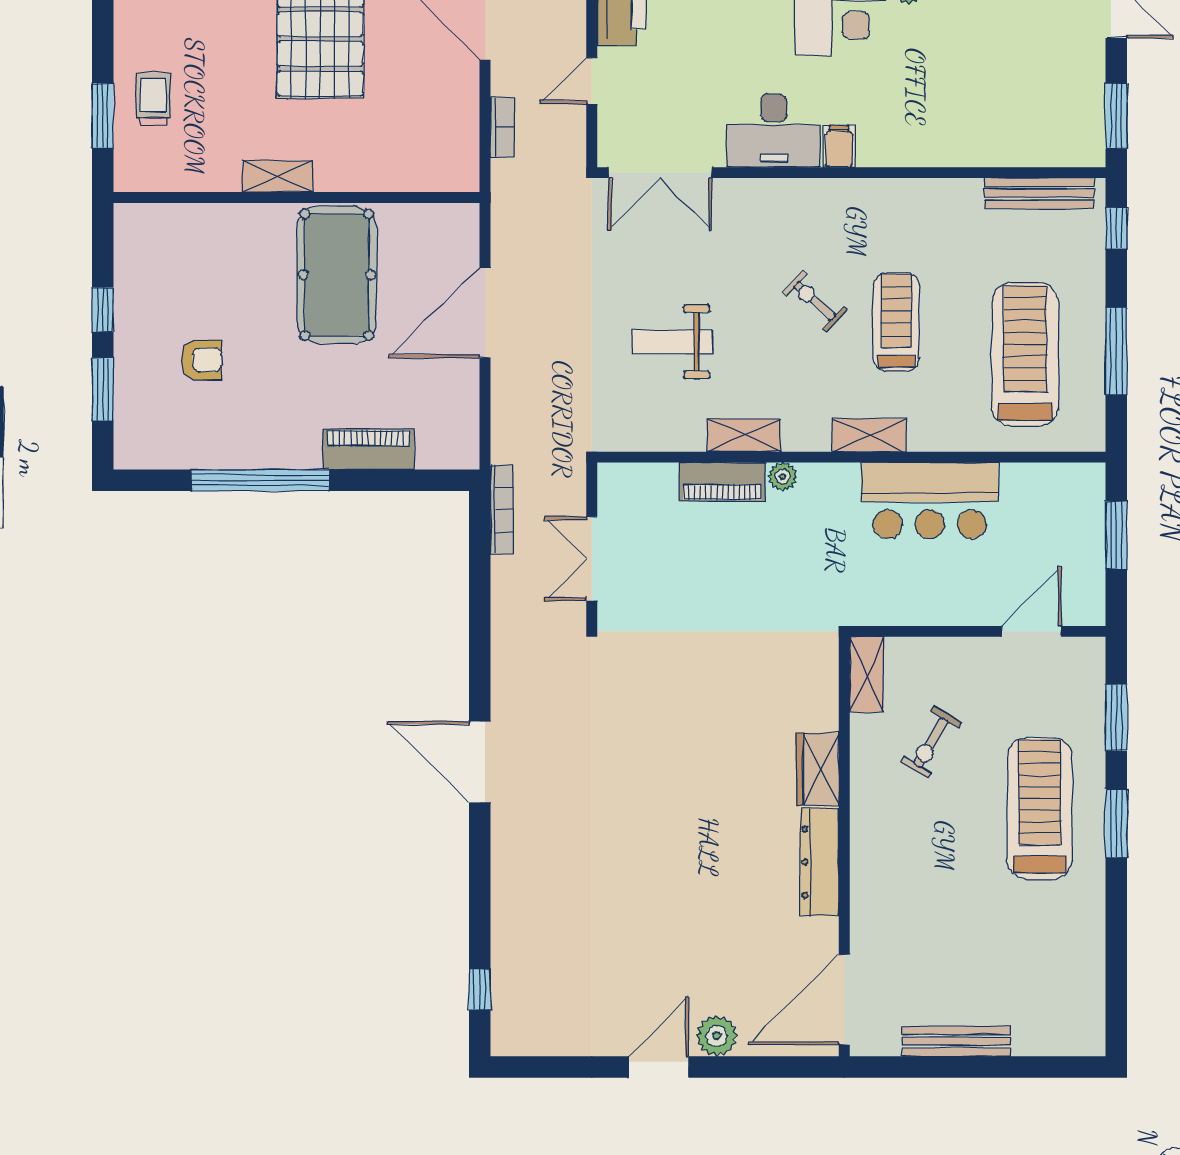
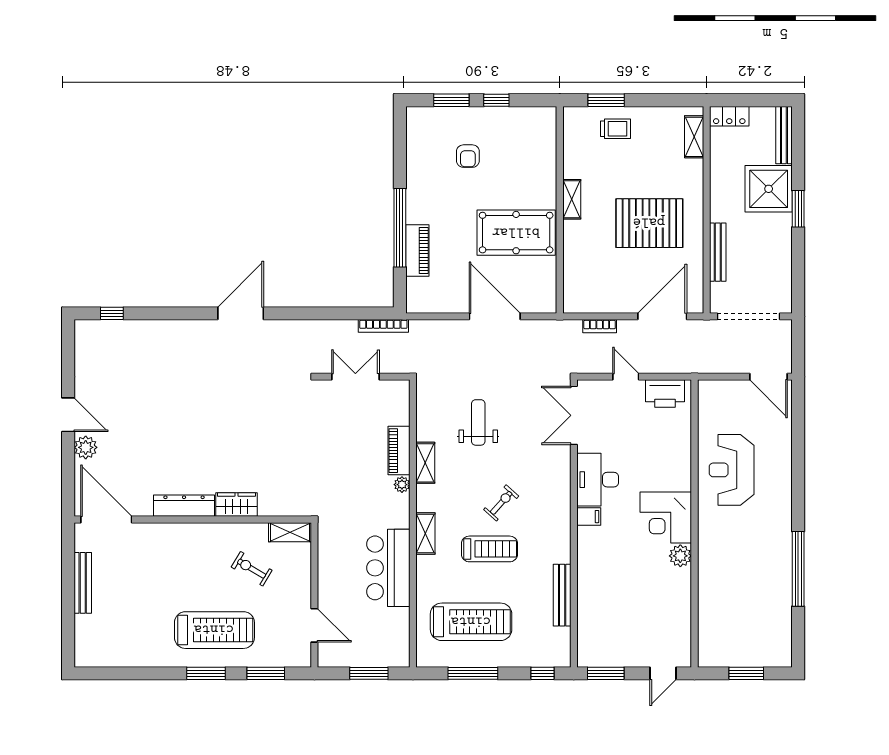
bench: (1039, 193) -> (562, 595), moved
window: (260, 480) -> (400, 228), moved

